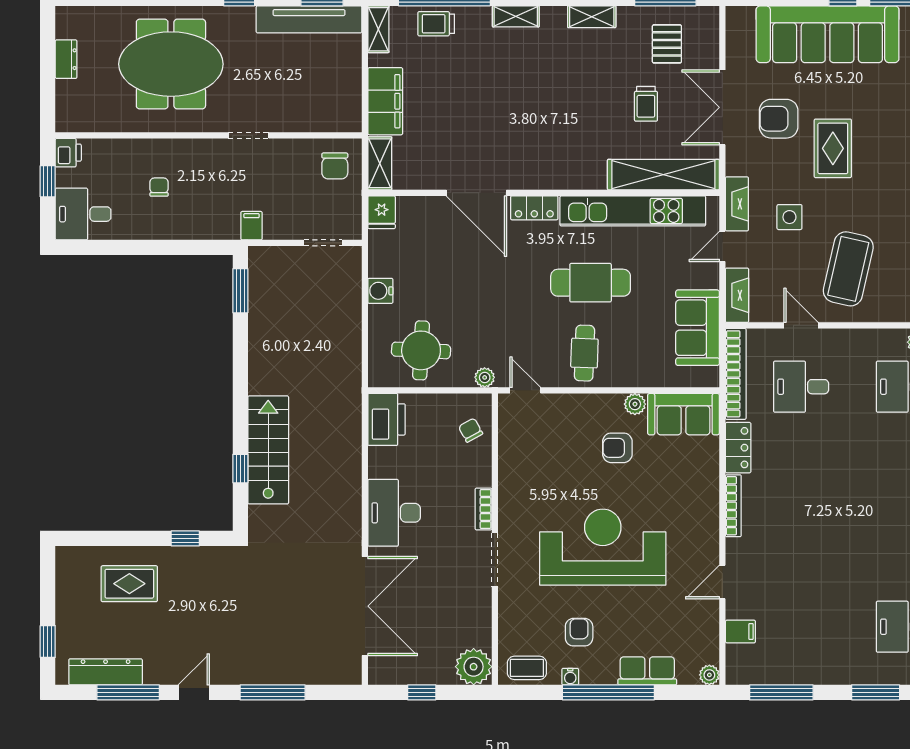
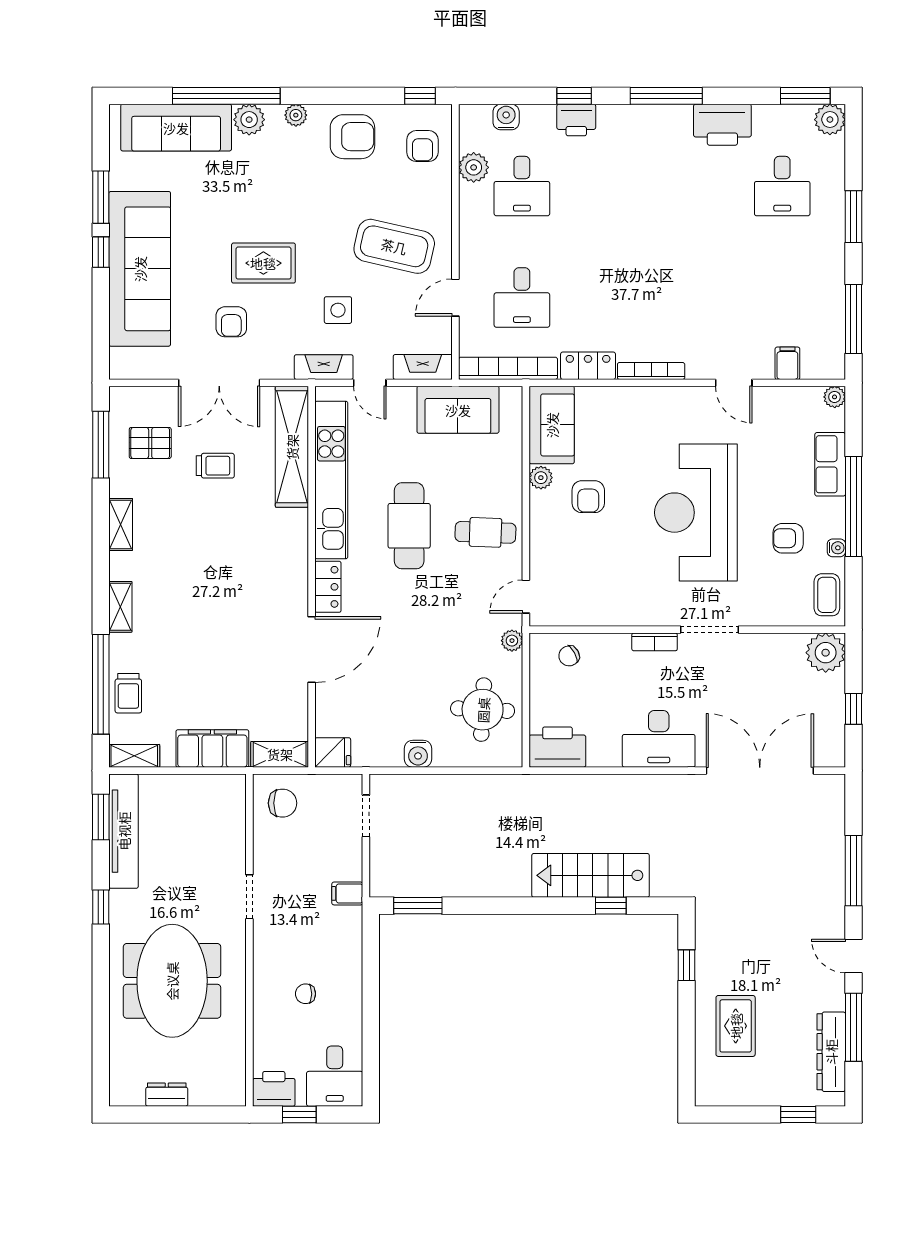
armchair: (779, 119) -> (231, 322), width x0.72, depth x0.72
printer: (68, 153) -> (274, 1089), width x1.36, depth x1.24

